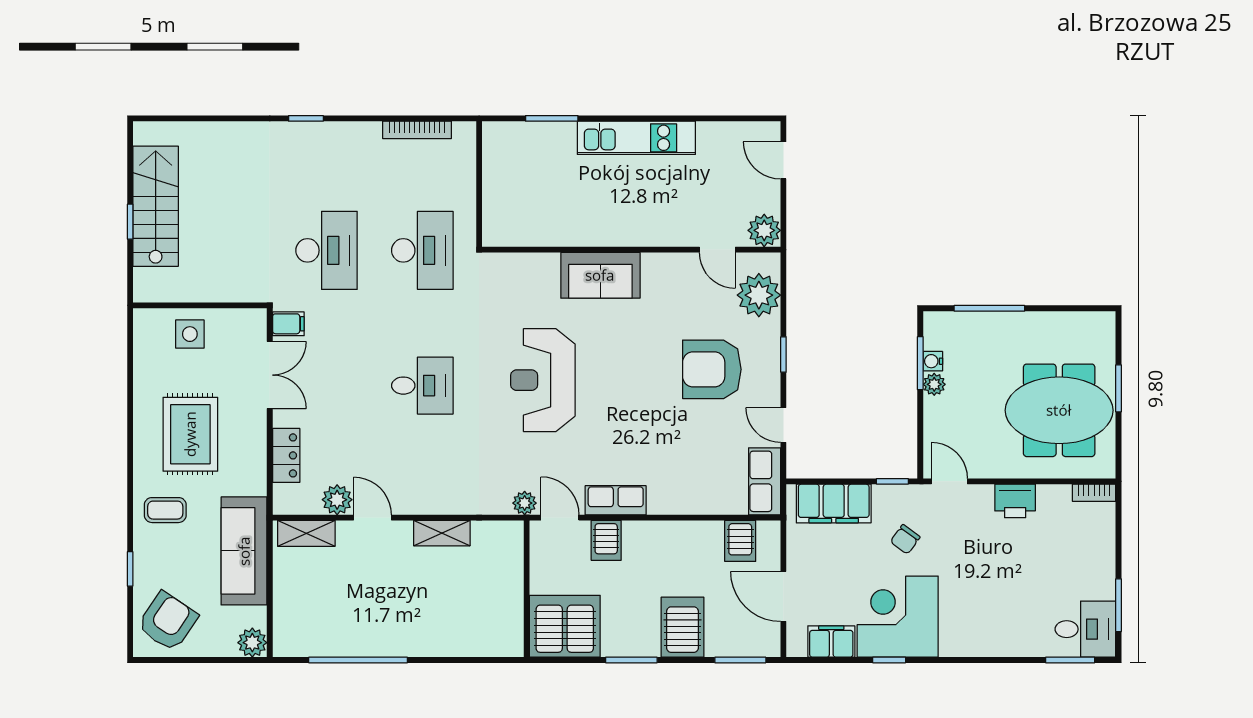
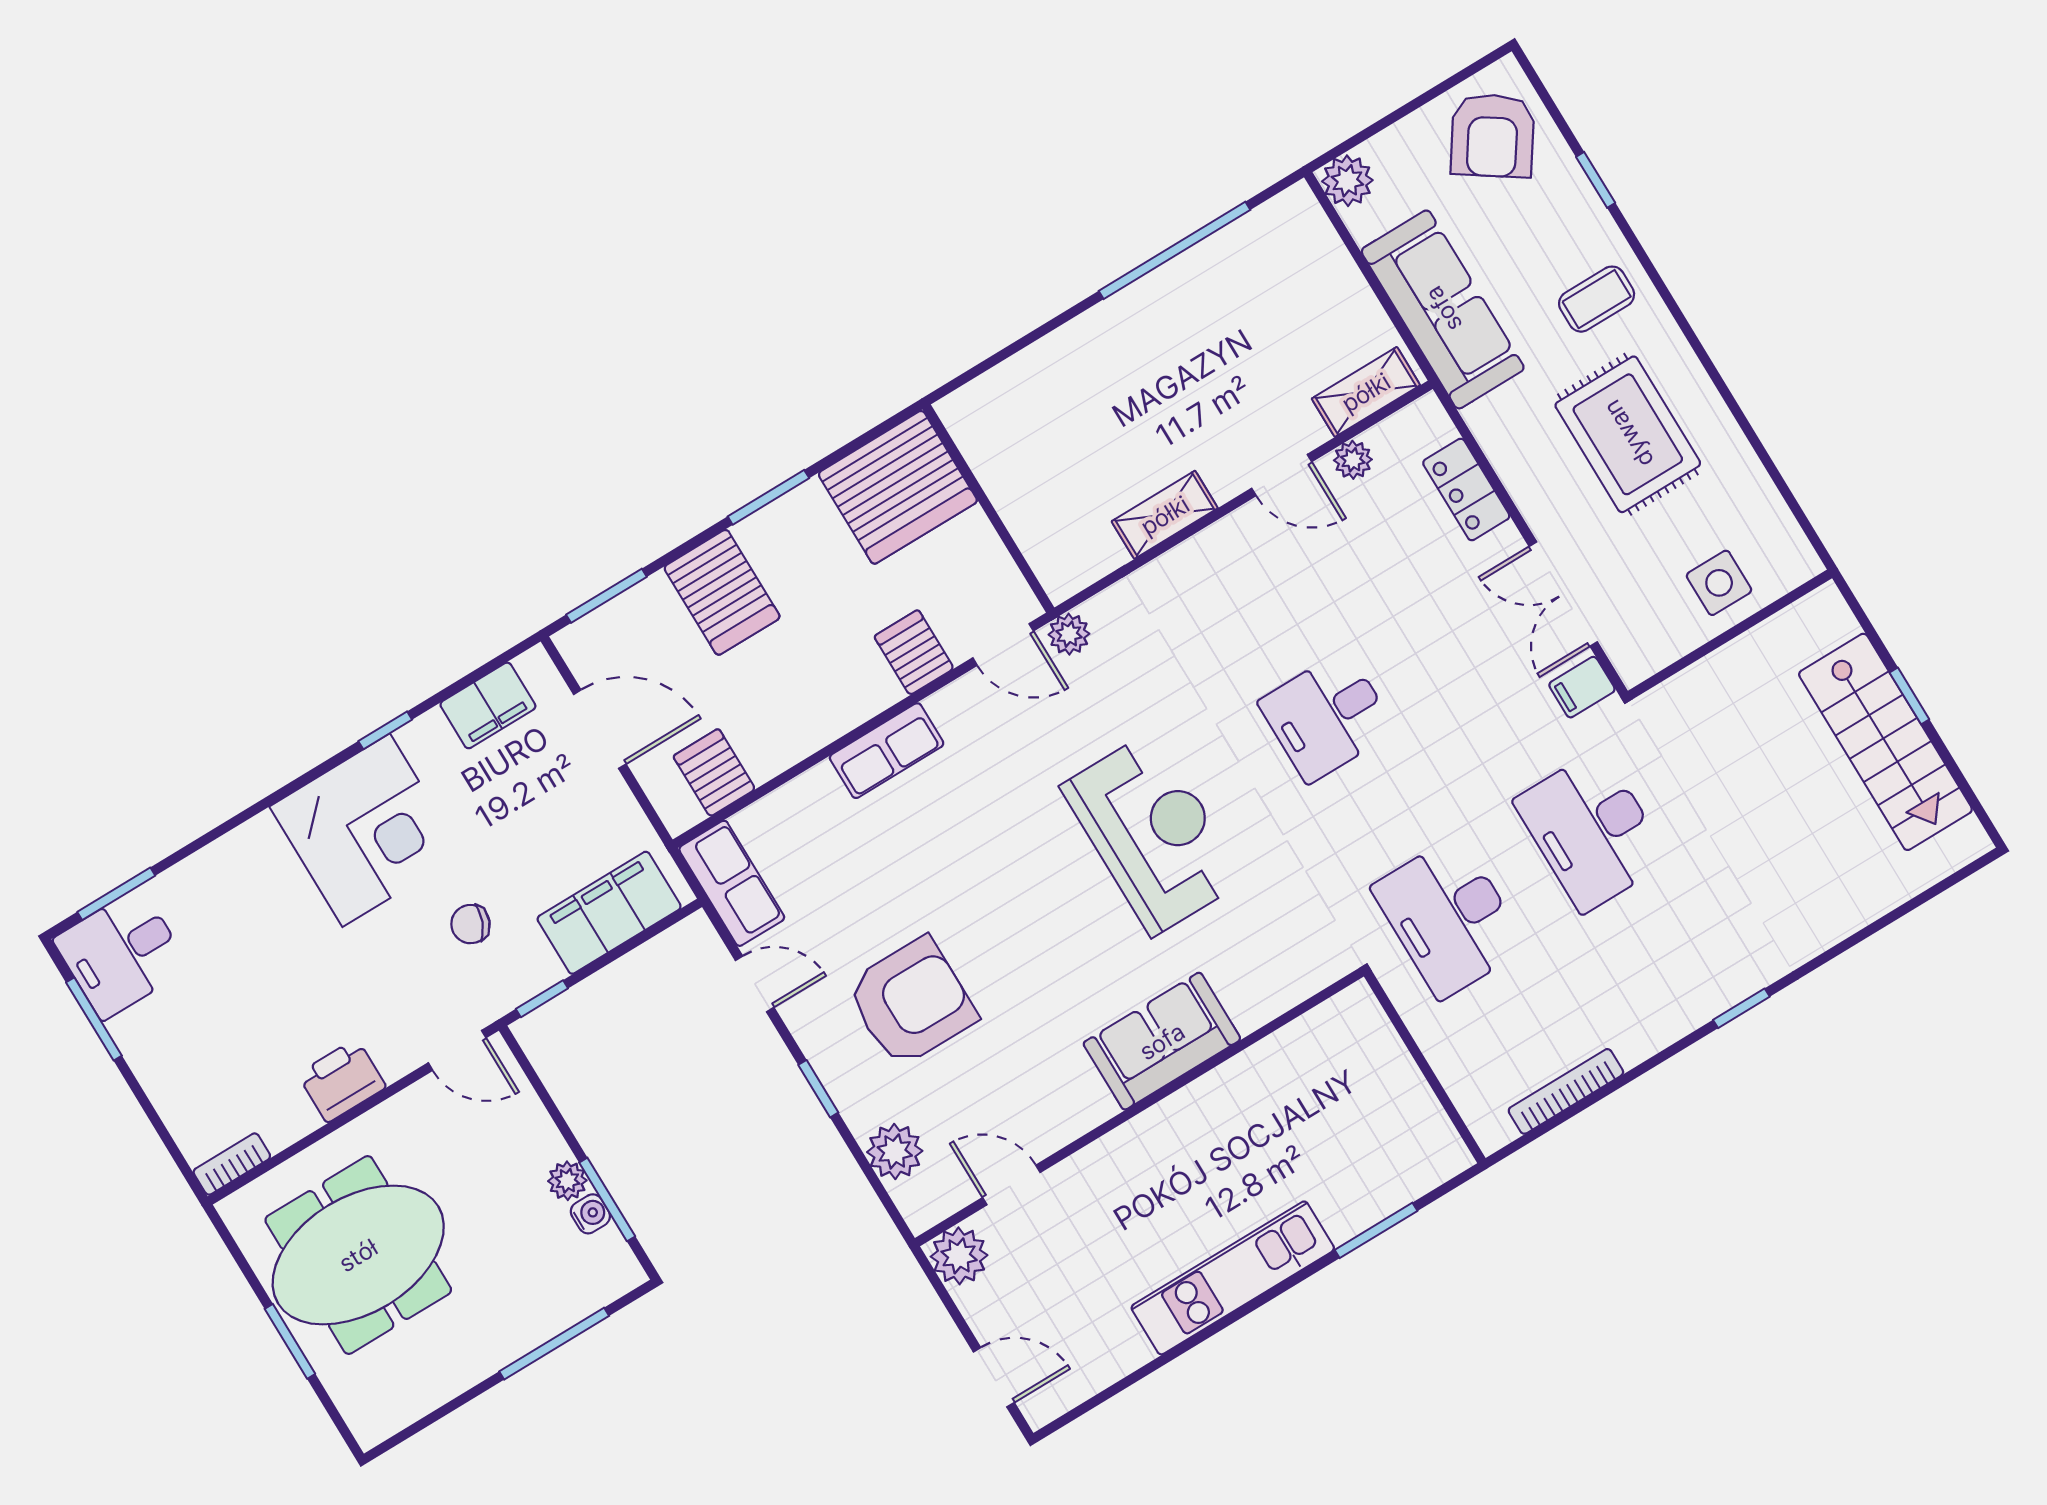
plant: (759, 295) -> (895, 1151), width x0.73, depth x0.73
plant: (337, 500) -> (1353, 460), width x0.73, depth x0.73
row of seats: (616, 500) -> (887, 751), moved
chair: (905, 539) -> (470, 924), turned -104
corner desk: (898, 617) -> (366, 830), moved

